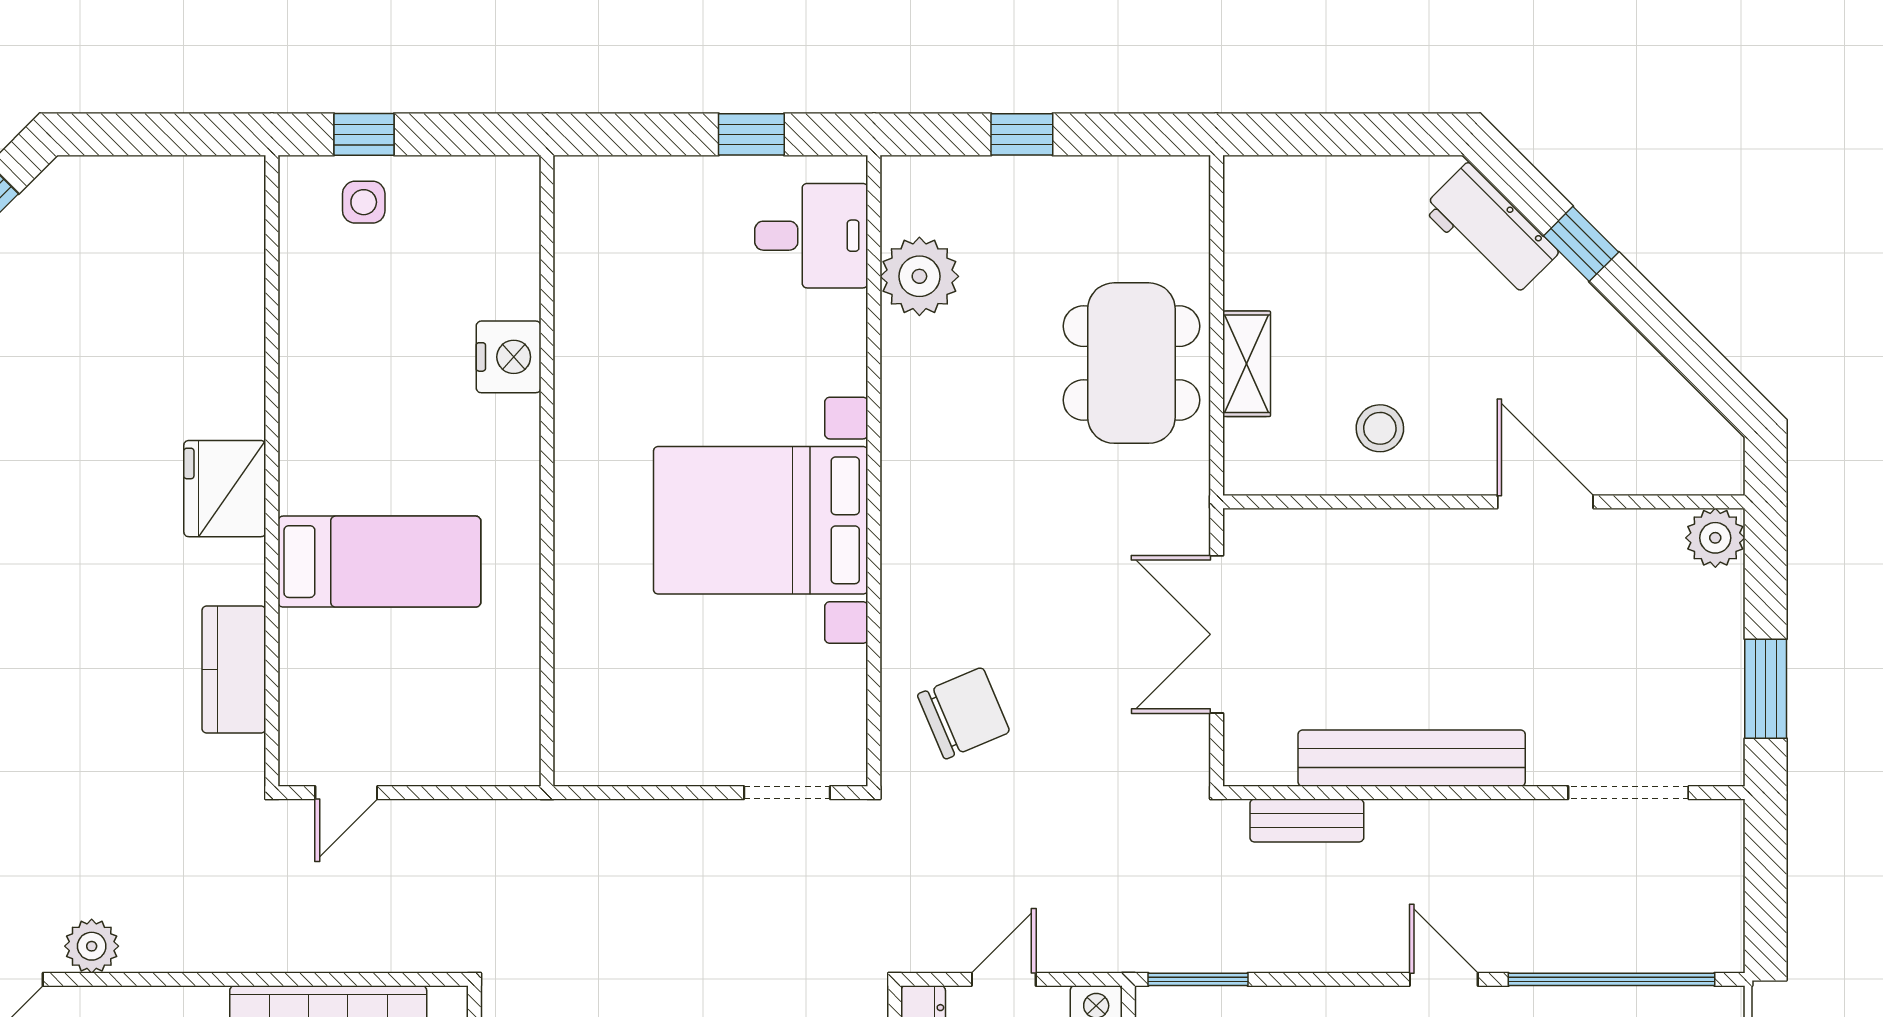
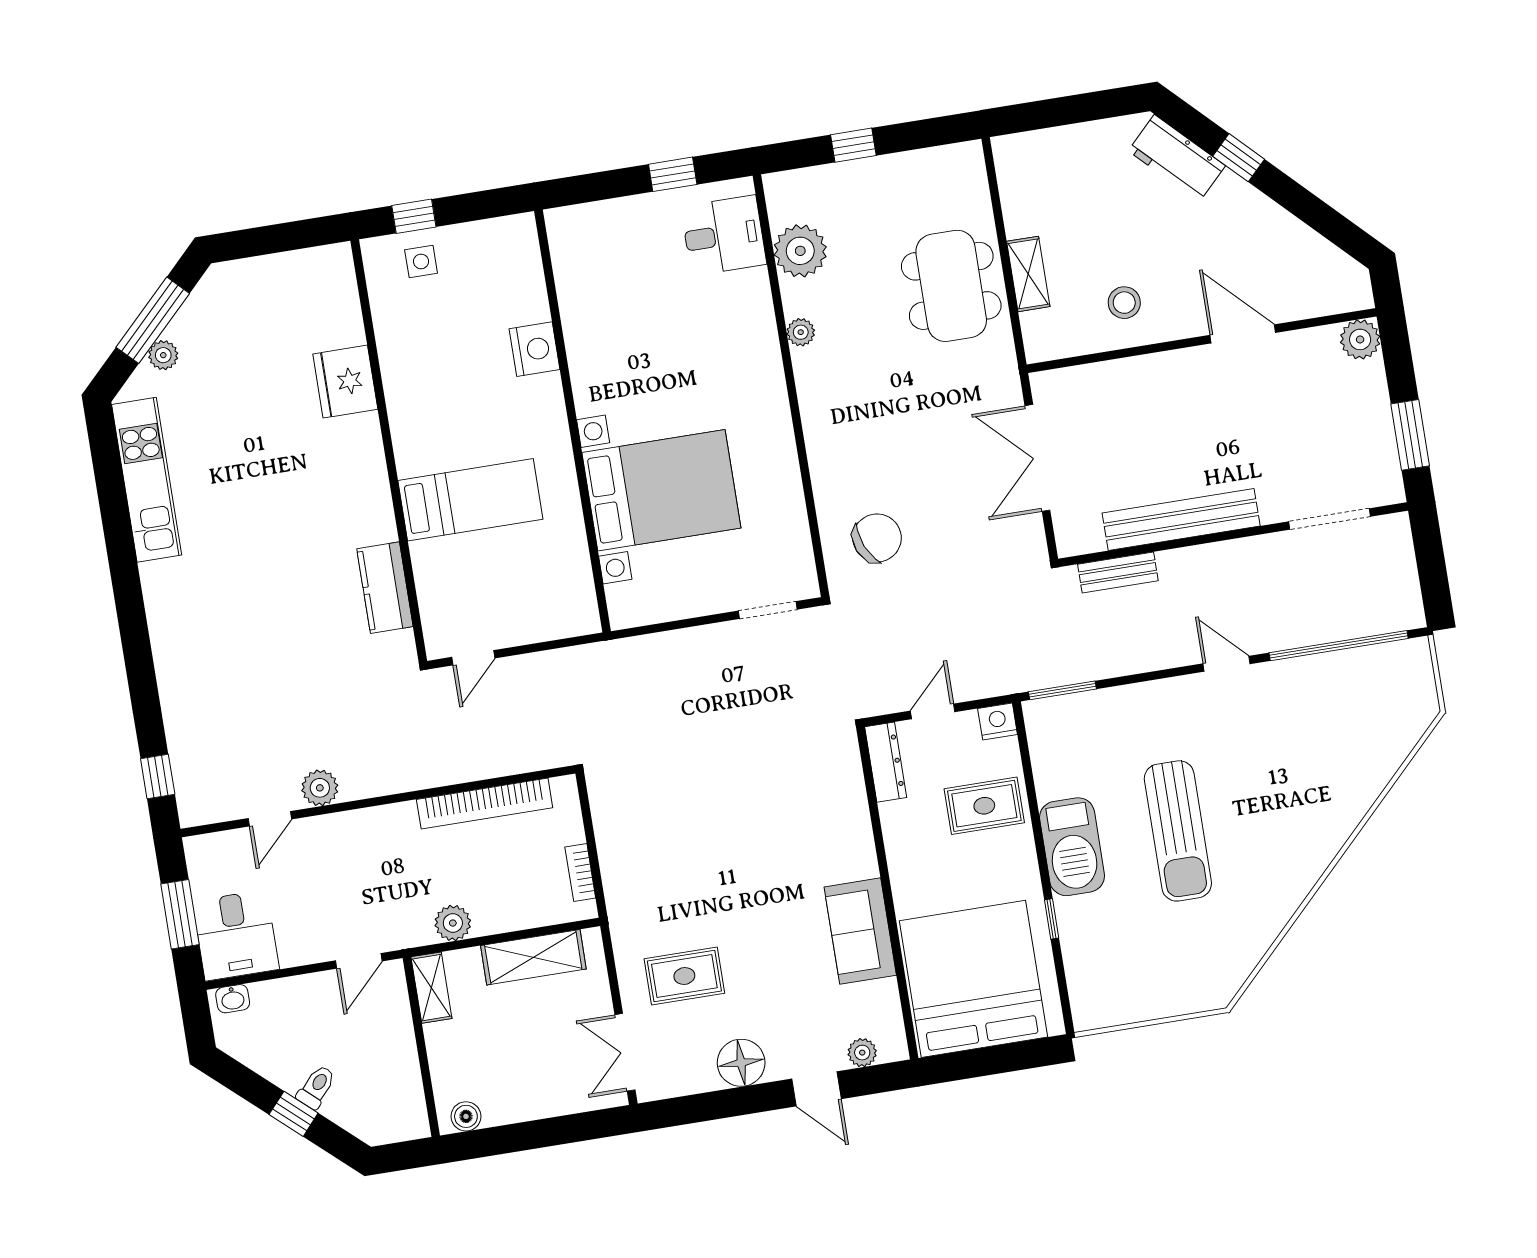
plant: (901, 395) -> (801, 332), added
fridge: (225, 489) -> (345, 382), moved
bed with nightstands: (761, 520) -> (661, 490), moved, turned 180

